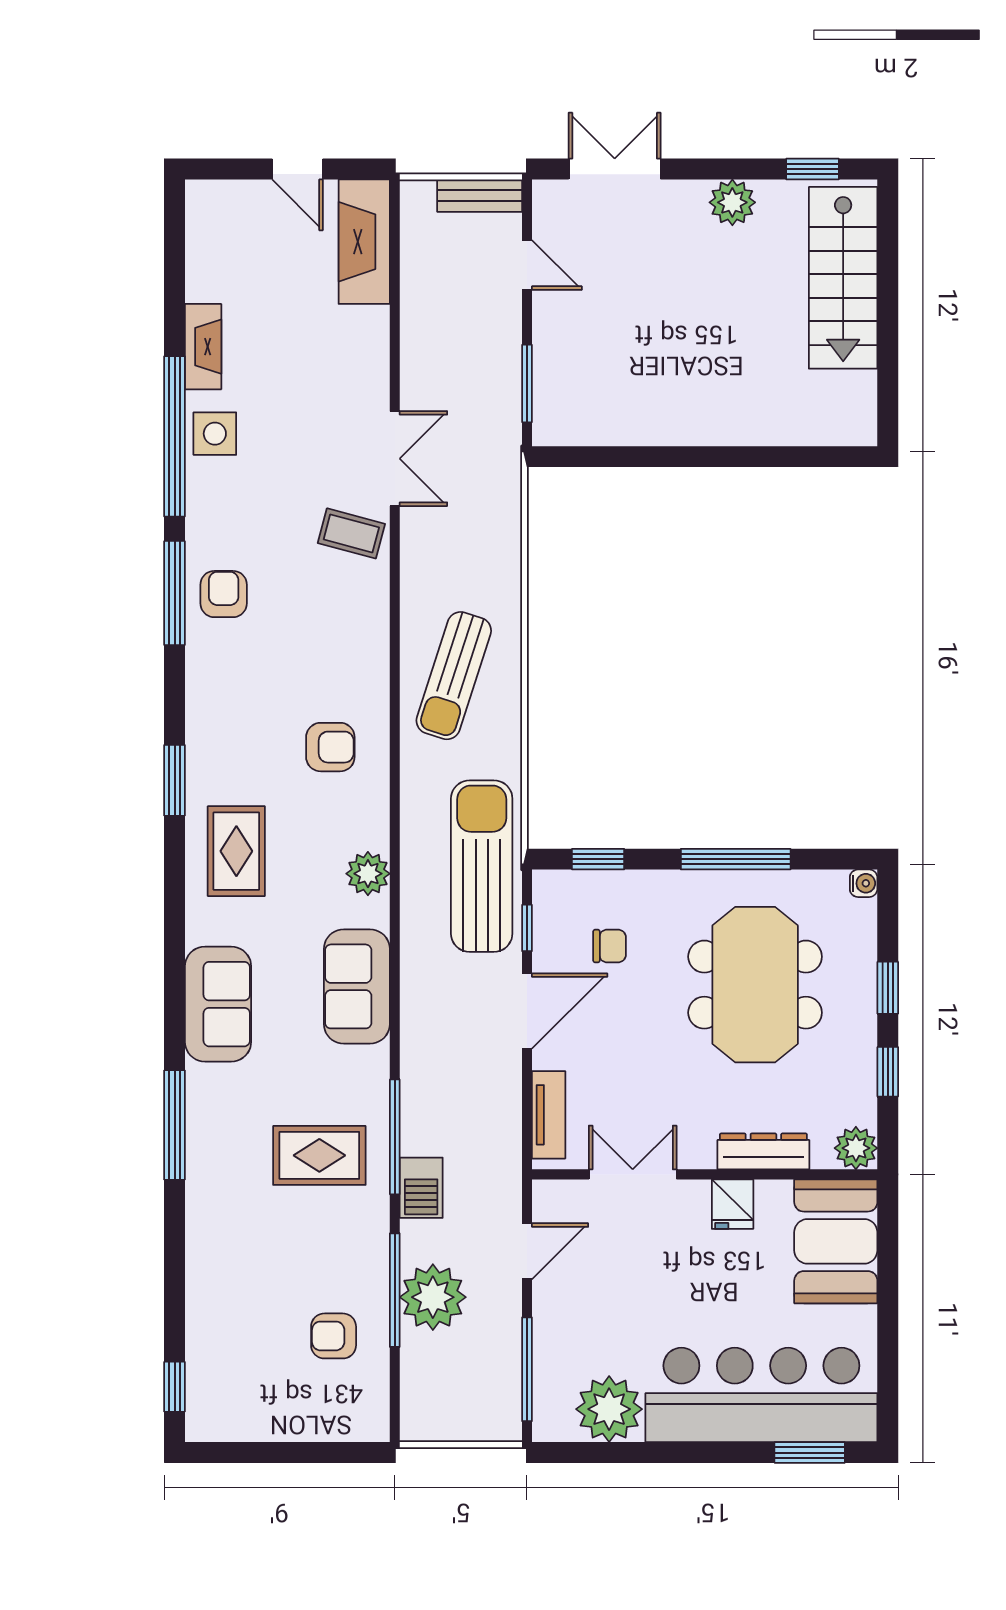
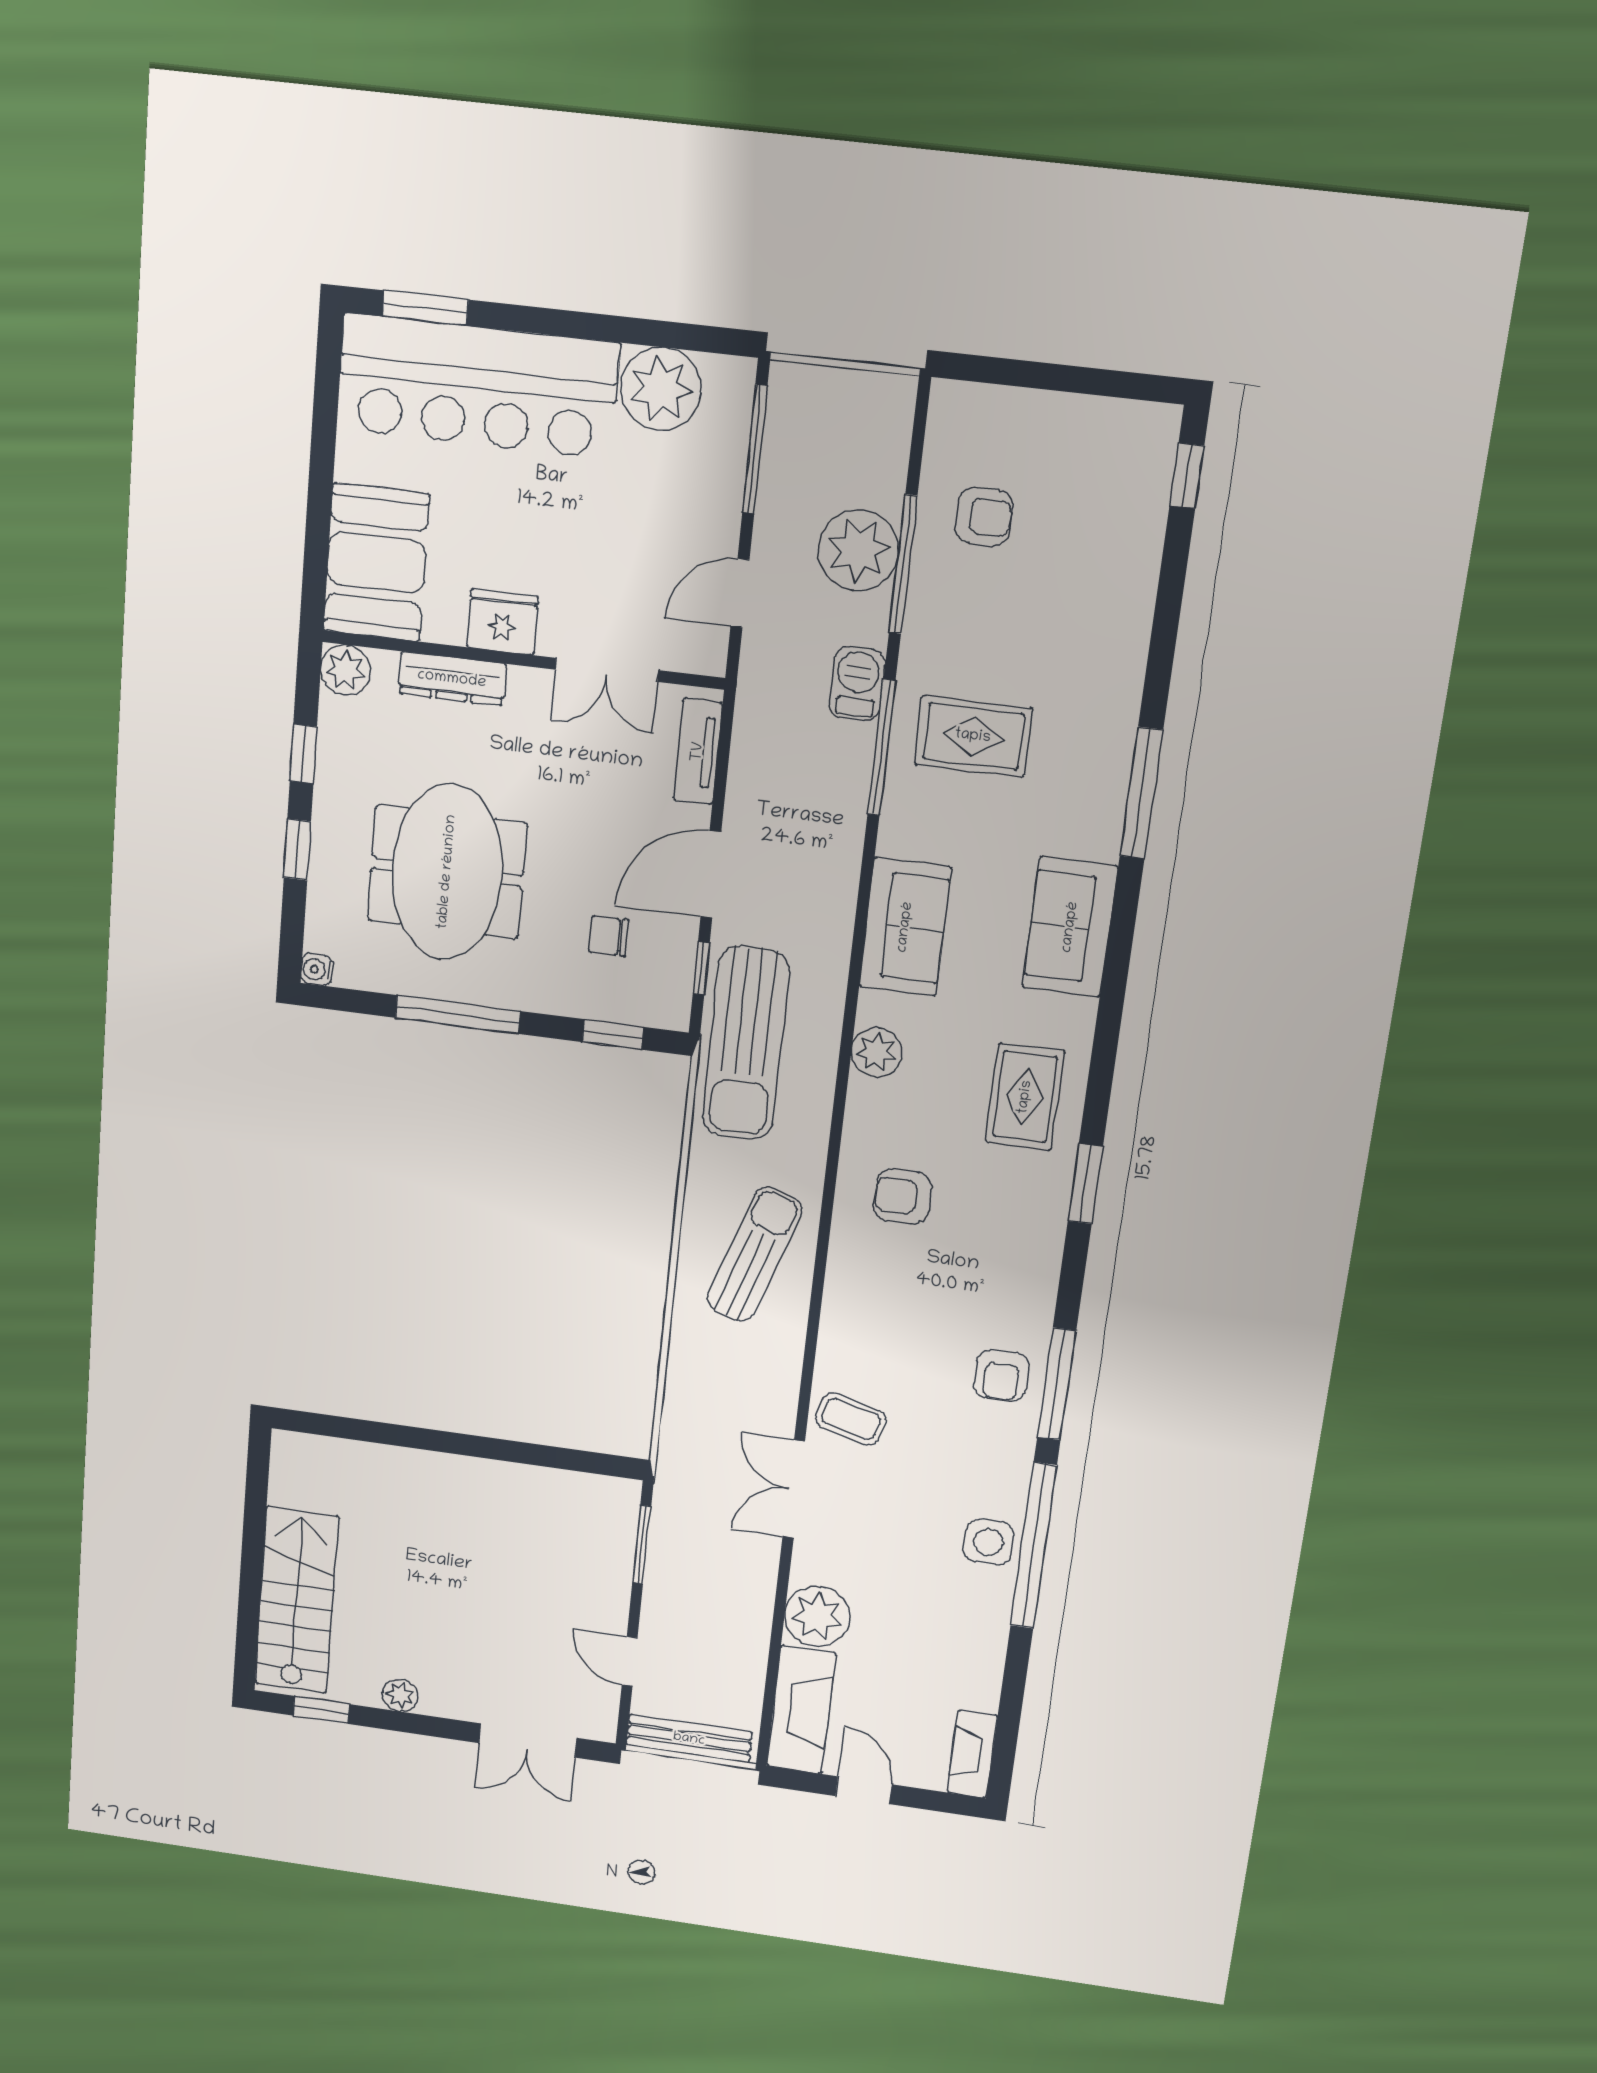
bench: (480, 196) -> (689, 1739), width x1.36
plant: (732, 202) -> (400, 1695), width x0.73, depth x0.73
plant: (360, 337) -> (817, 1616), added
fireplace: (203, 347) -> (972, 1754), moved
fridge: (733, 1204) -> (502, 622), width x1.38

